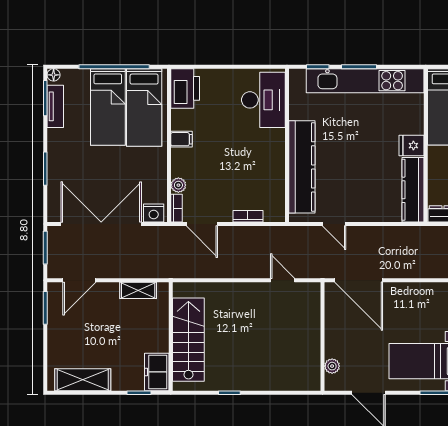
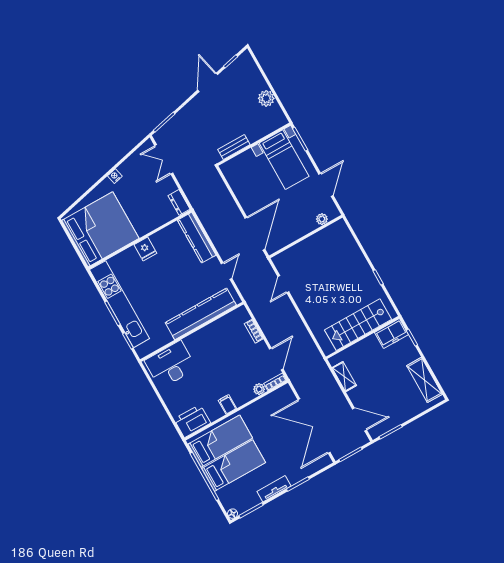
tv unit: (55, 106) -> (274, 489), moved
kitchen counter: (413, 190) -> (197, 238), moved, turned 90
nightstand: (154, 213) -> (287, 395), removed

